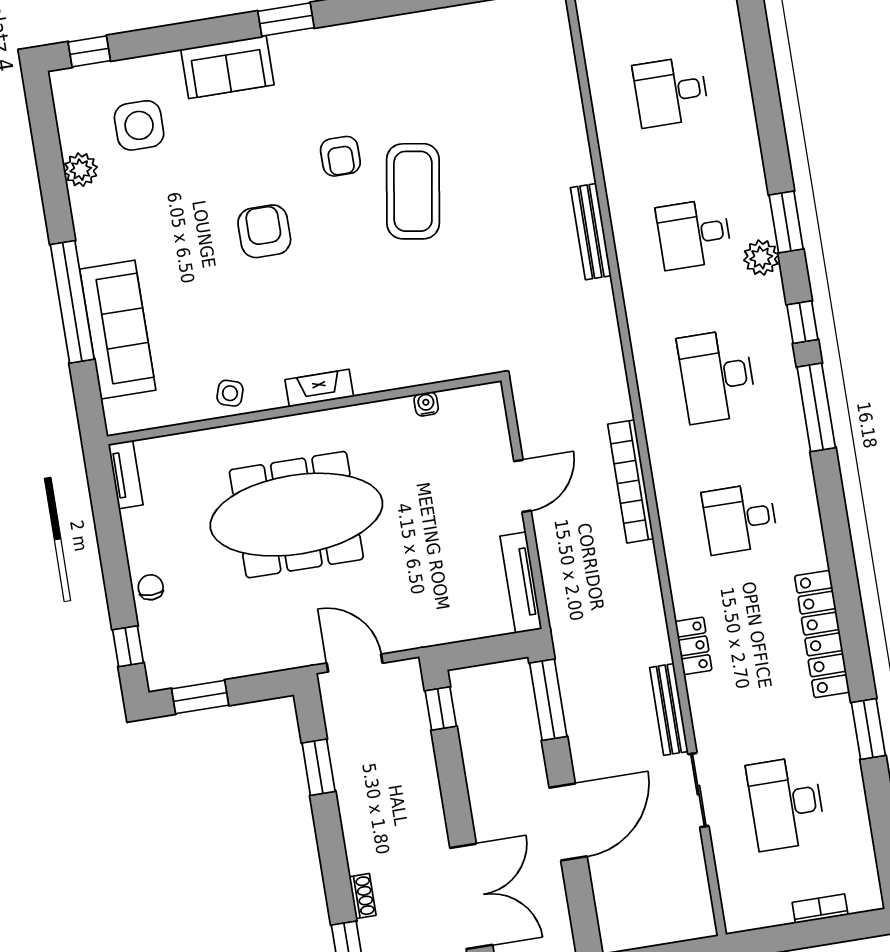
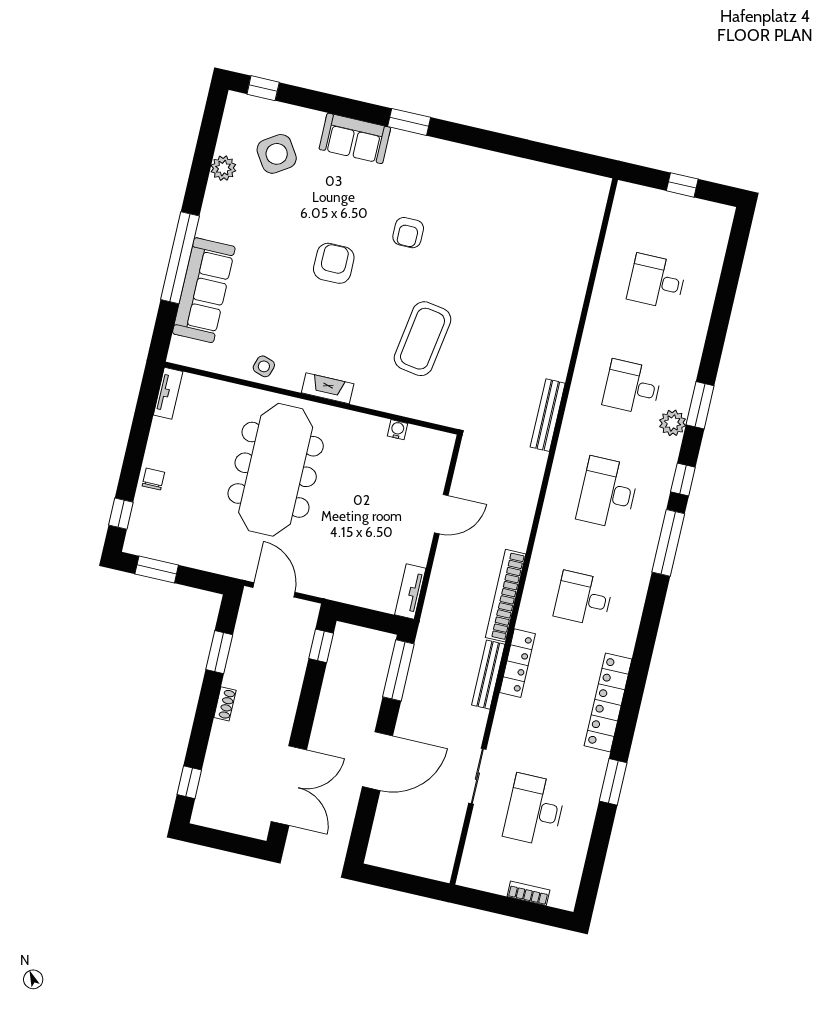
side table: (139, 125) -> (277, 154), turned -33
coffee table: (413, 191) -> (423, 339), moved
bench: (591, 232) -> (548, 415), moved
bookcase: (631, 481) -> (506, 596), moved
meeting table: (296, 515) -> (276, 470), turned 90
tv unit: (521, 583) -> (410, 591), width x0.71
locker: (693, 646) -> (517, 663), width x1.53
bench: (669, 709) -> (488, 675), moved
shoe rack: (363, 896) -> (225, 704), moved

